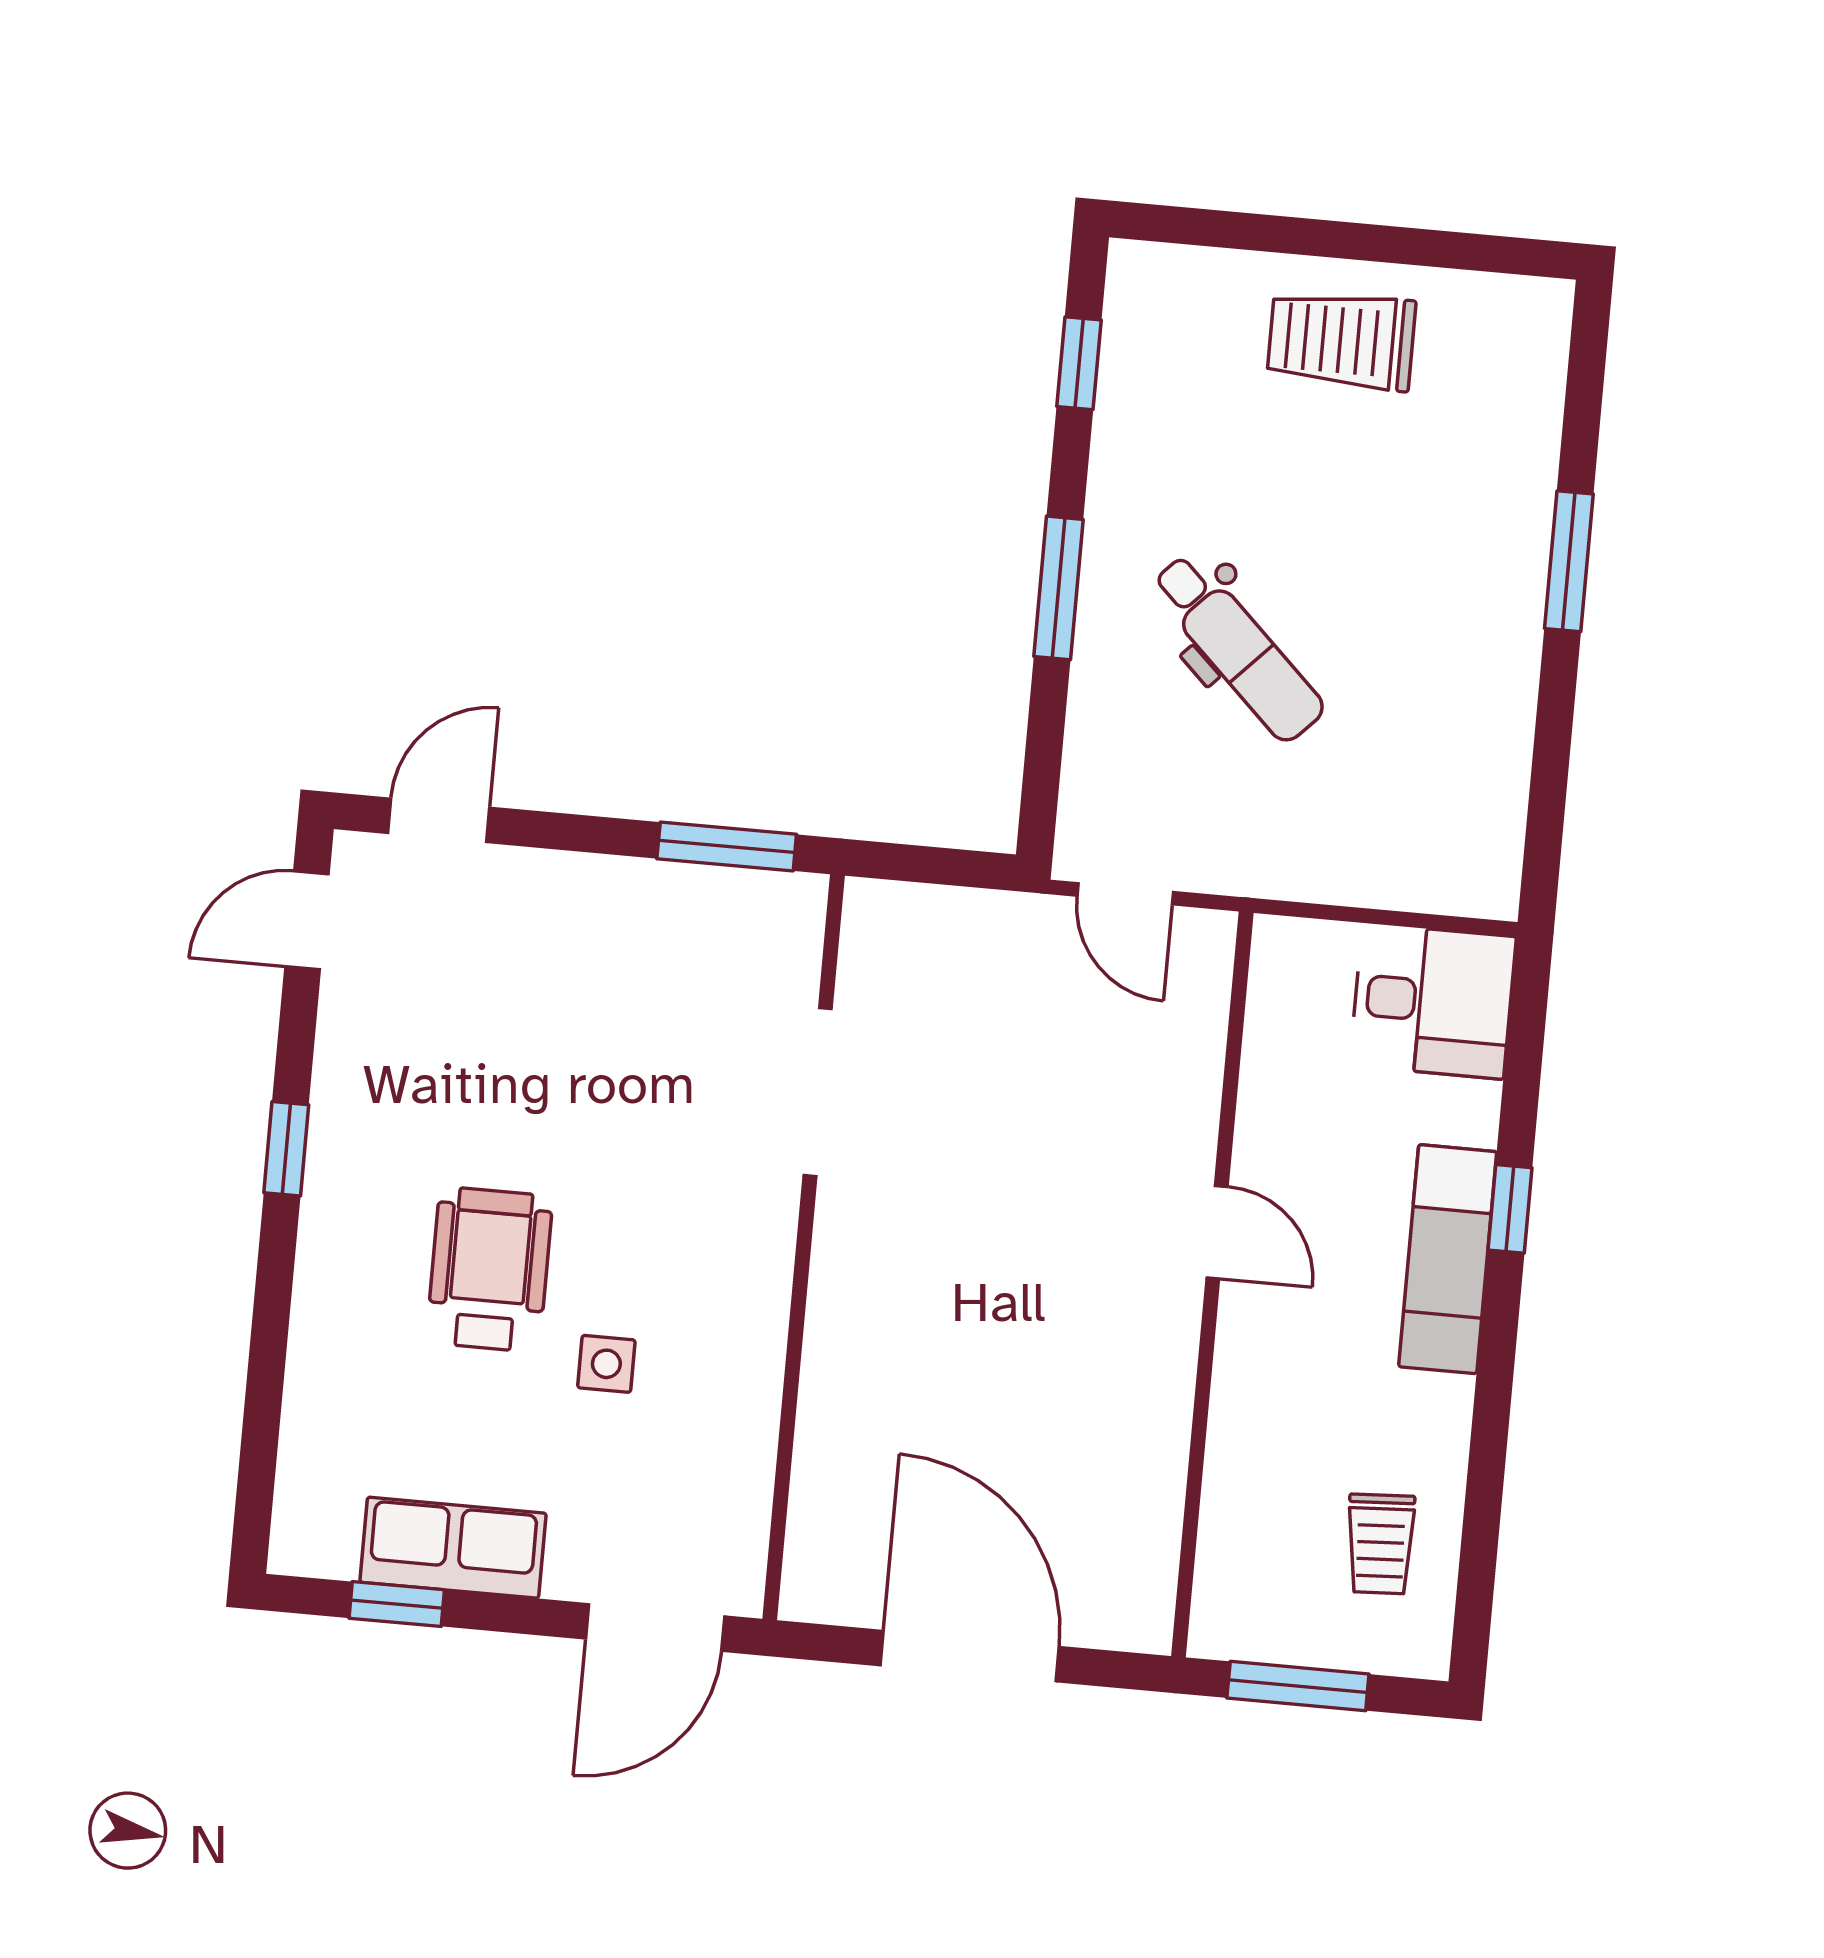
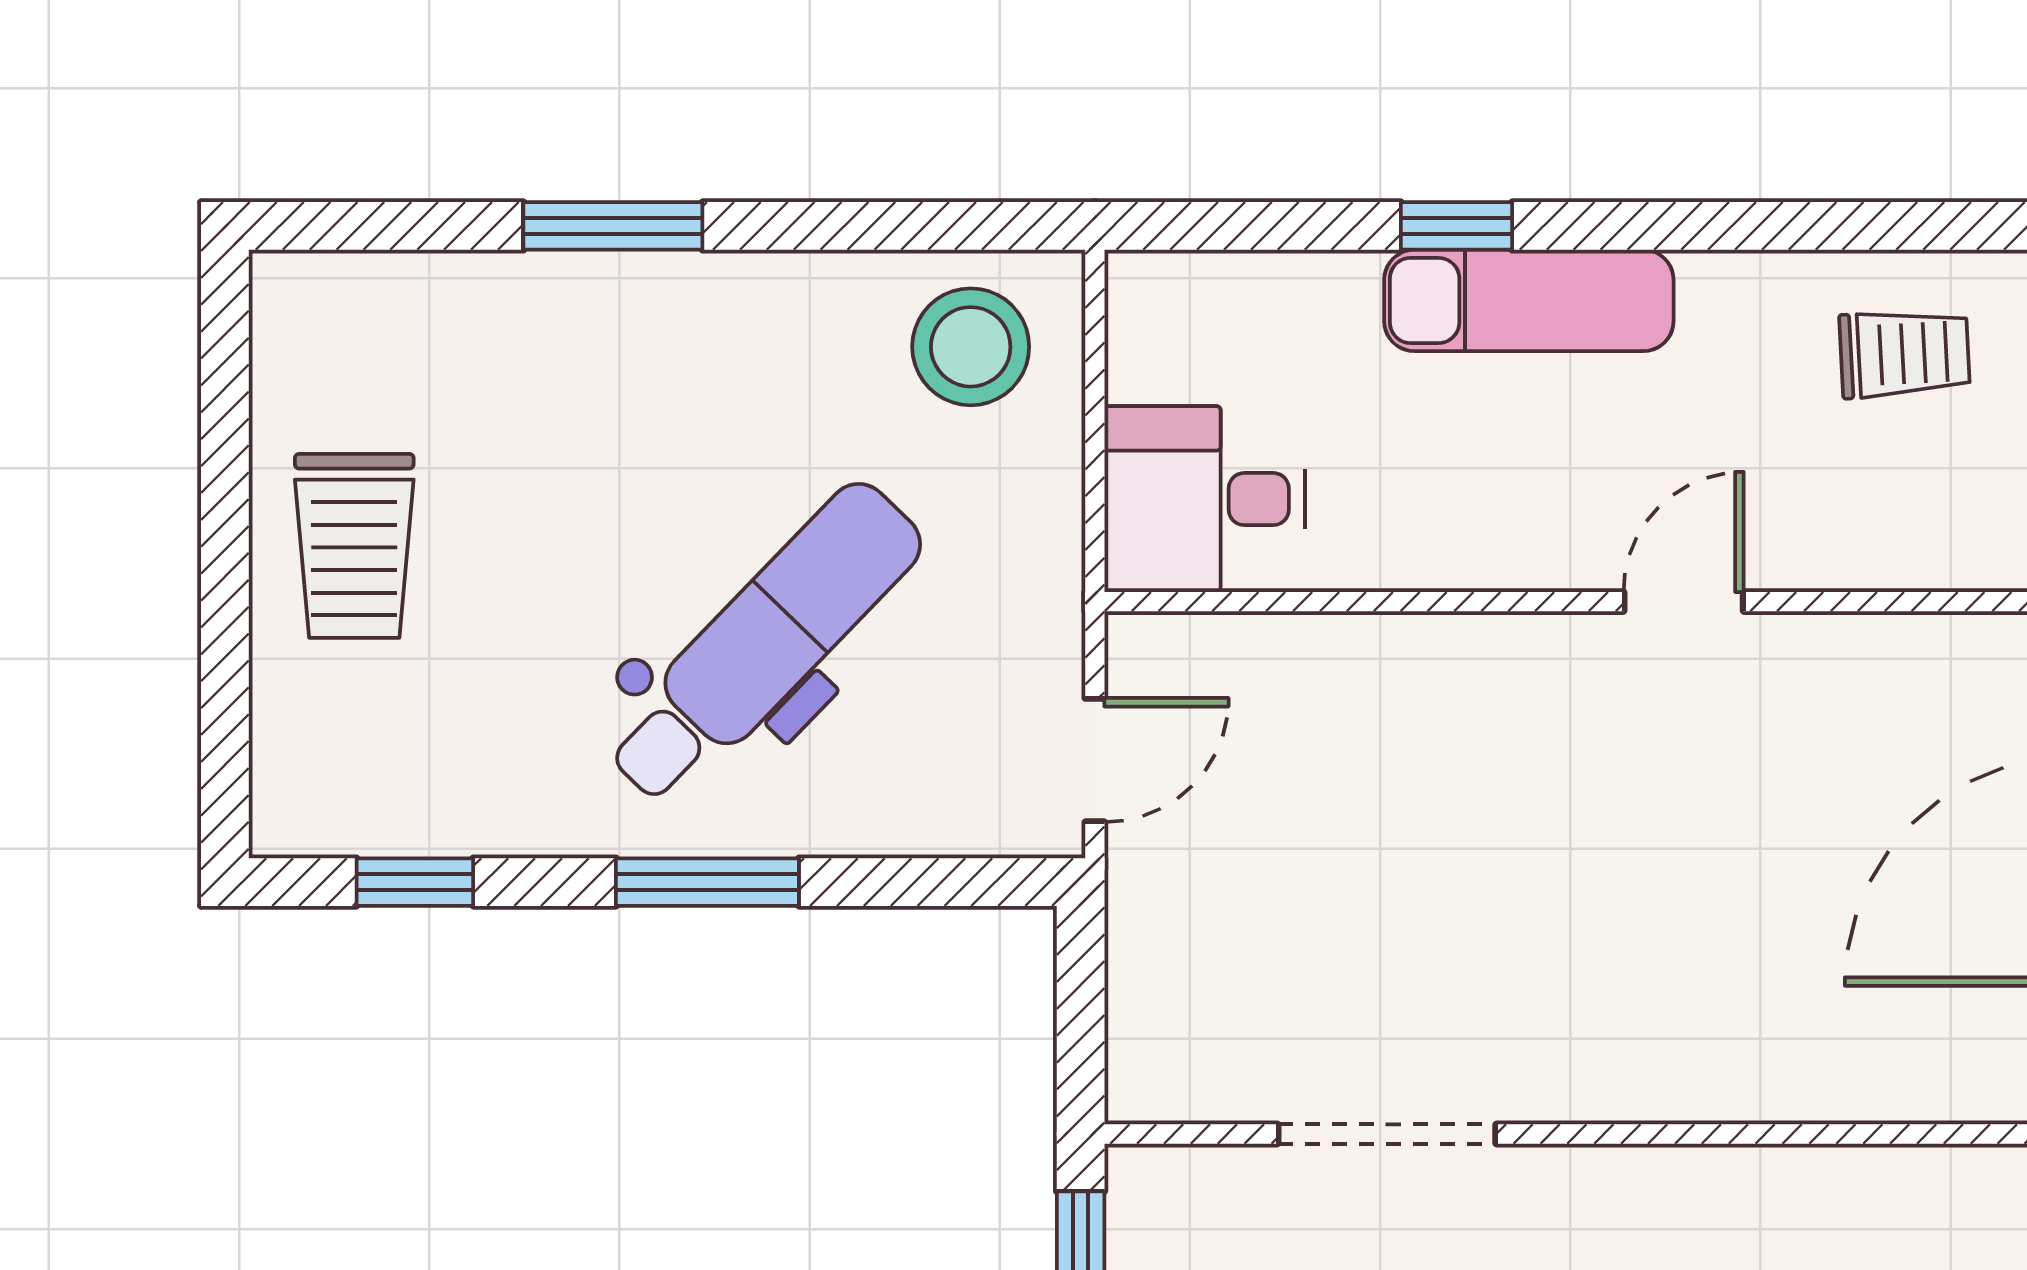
dental chair: (1238, 648) -> (764, 644), width x1.36, depth x1.38
stool: (1451, 827) -> (971, 347), added
desk: (1433, 1001) -> (1205, 499), moved, turned -90
door: (1217, 1232) -> (1684, 602), moved

